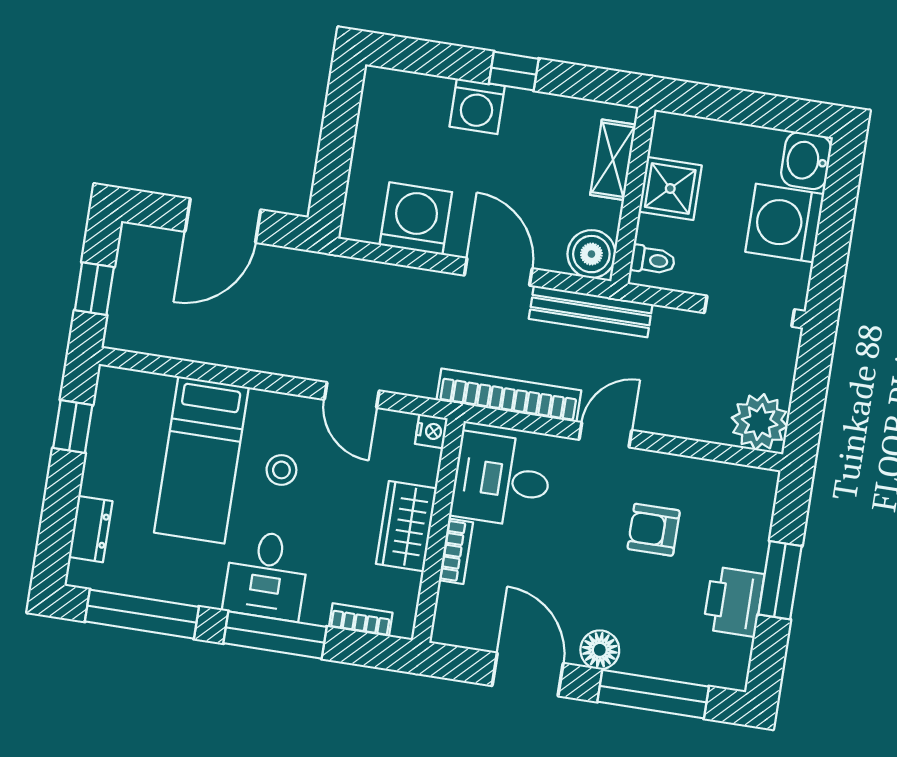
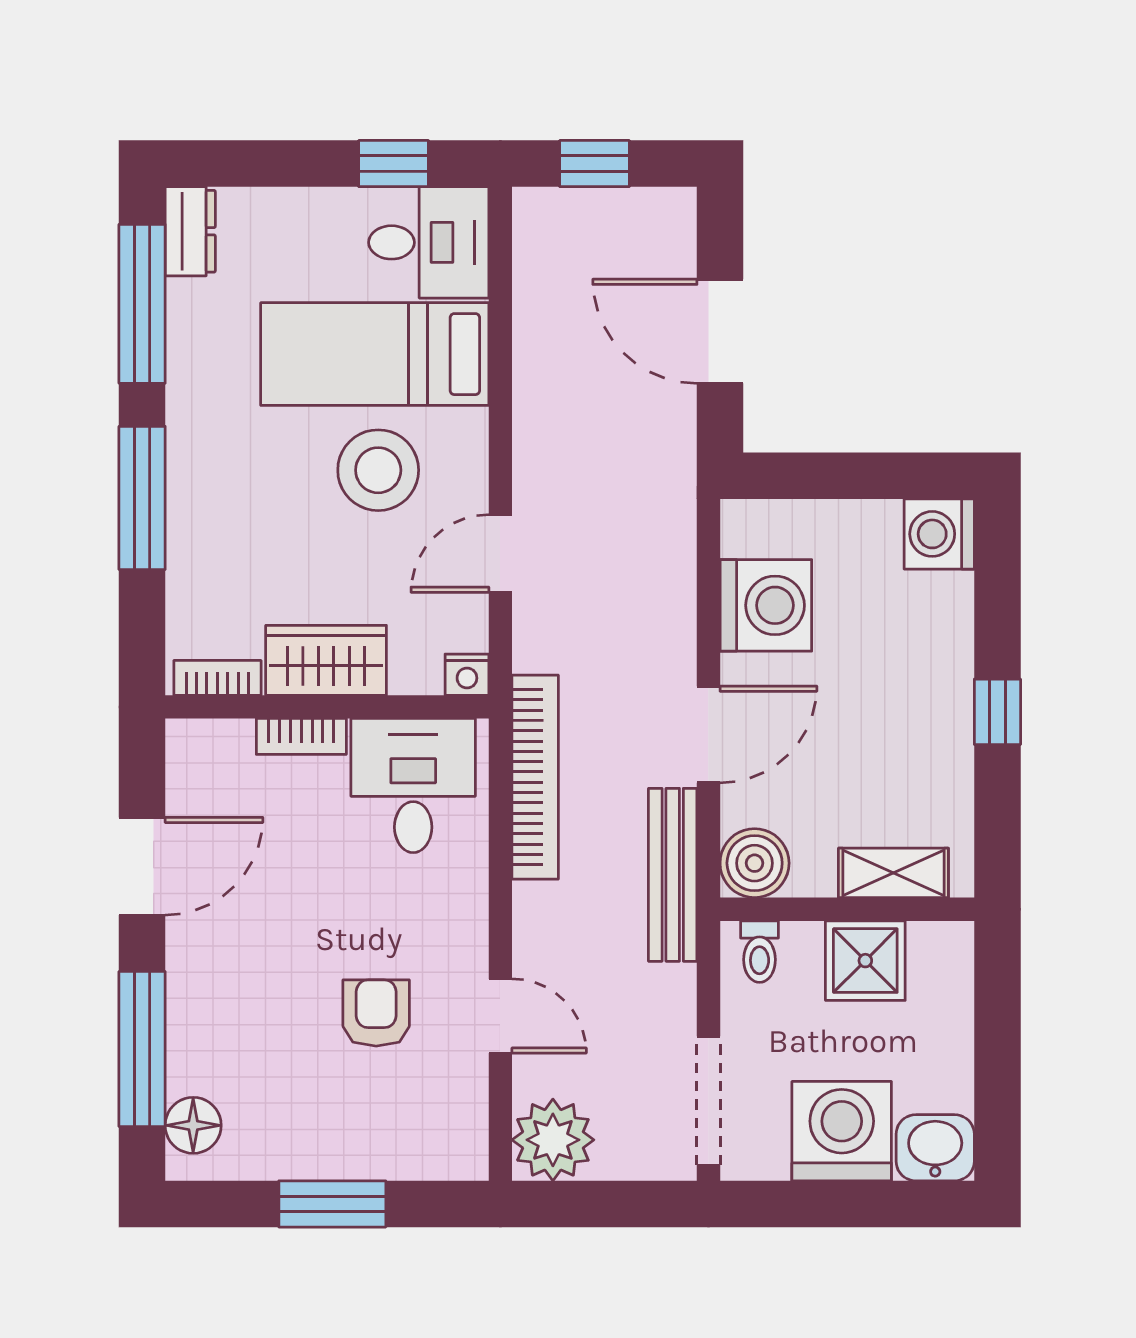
washing machine: (477, 106) -> (939, 534), moved
door: (605, 435) -> (500, 1016), moved
stool: (281, 470) -> (378, 470), width x1.89, depth x1.89
dresser: (91, 529) -> (190, 231), moved, turned -90
desk: (266, 575) -> (429, 242), moved, turned 180
printer: (734, 602) -> (292, 1143), removed
bookcase: (361, 620) -> (217, 678), moved, turned -90
floor lamp: (600, 650) -> (193, 1125), moved

